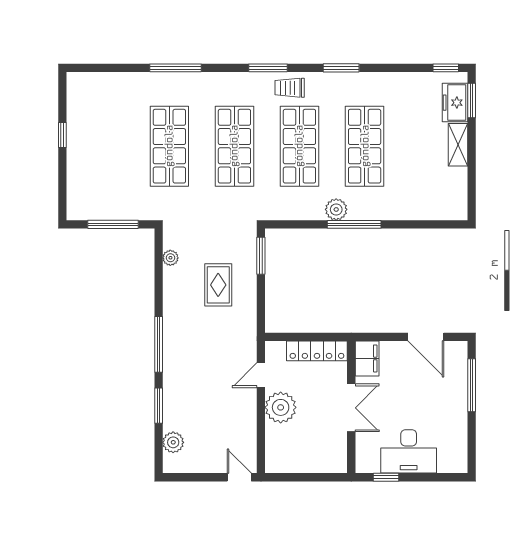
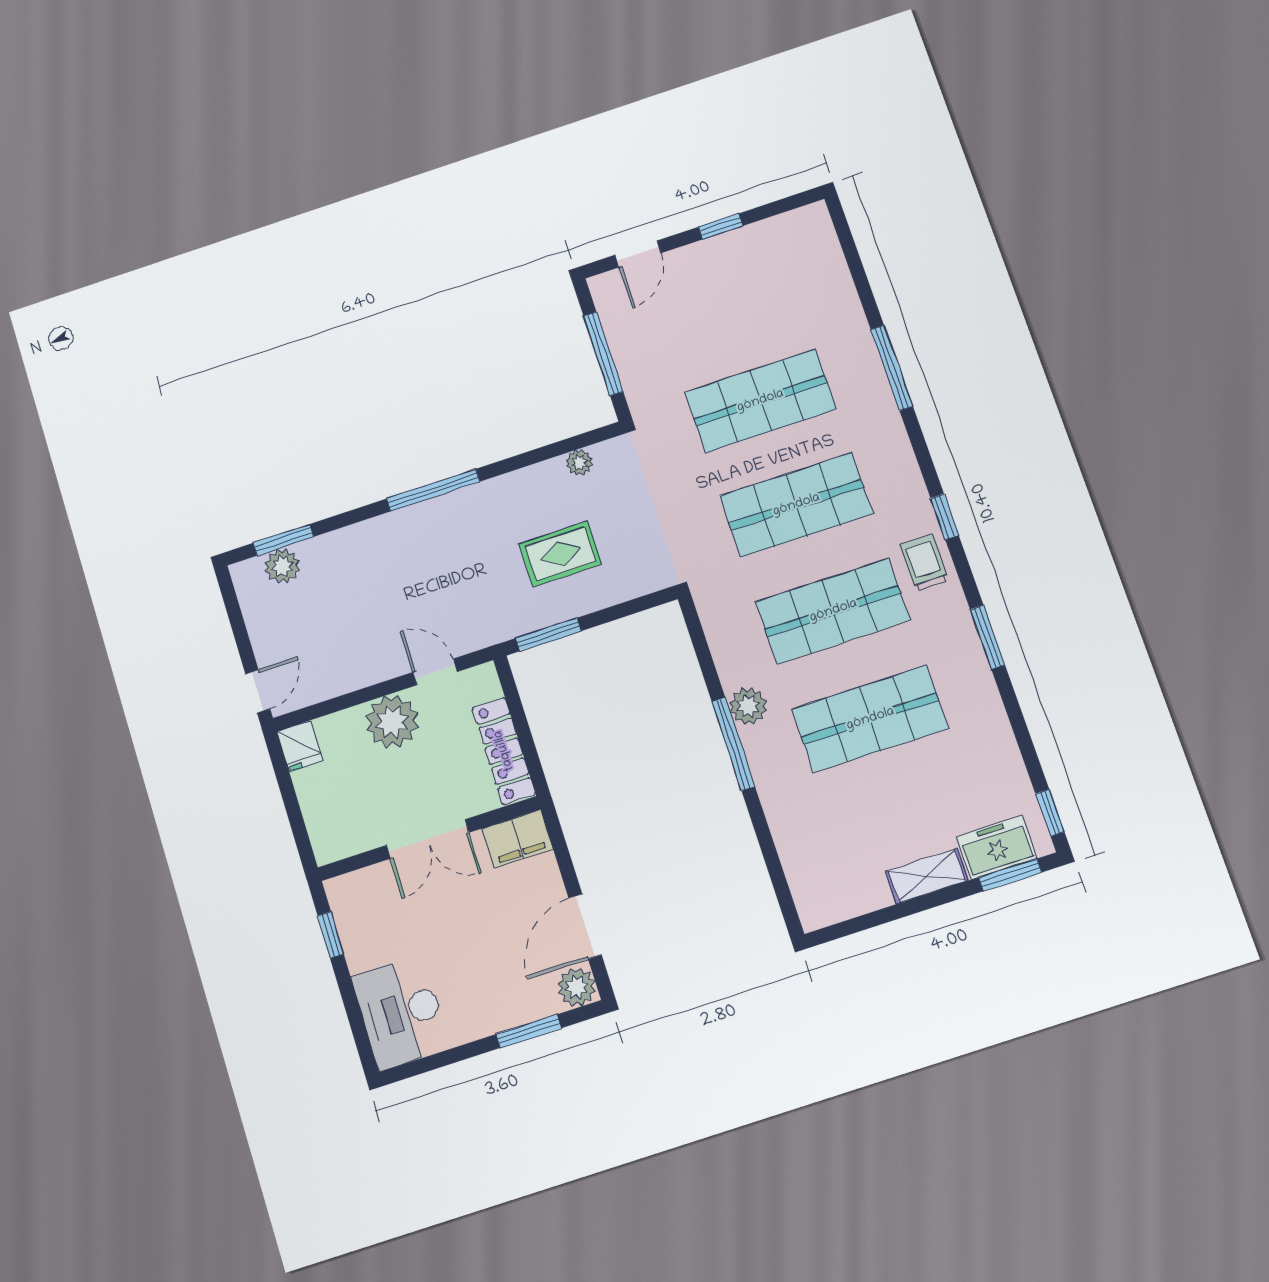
window: (268, 68) -> (945, 517), width x0.67
door: (62, 186) -> (638, 254), added
window: (261, 256) -> (548, 635), moved
plant: (457, 352) -> (577, 987), added
window: (472, 385) -> (529, 1031), width x0.69
window: (159, 406) -> (283, 540), moved
desk: (409, 451) -> (401, 1013), moved
fridge: (277, 463) -> (300, 746), added

